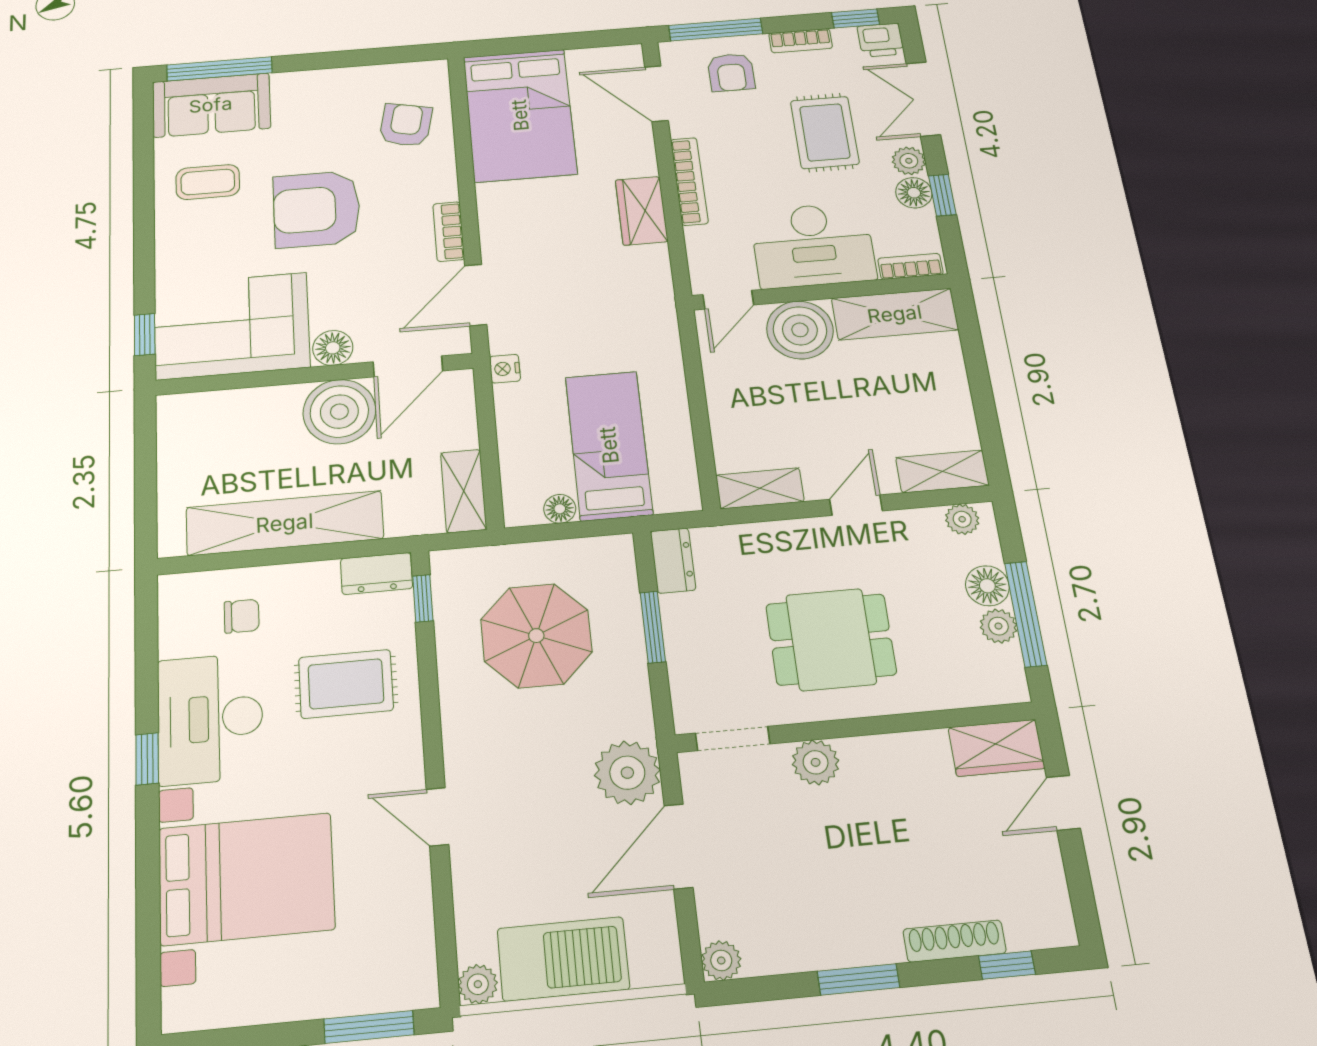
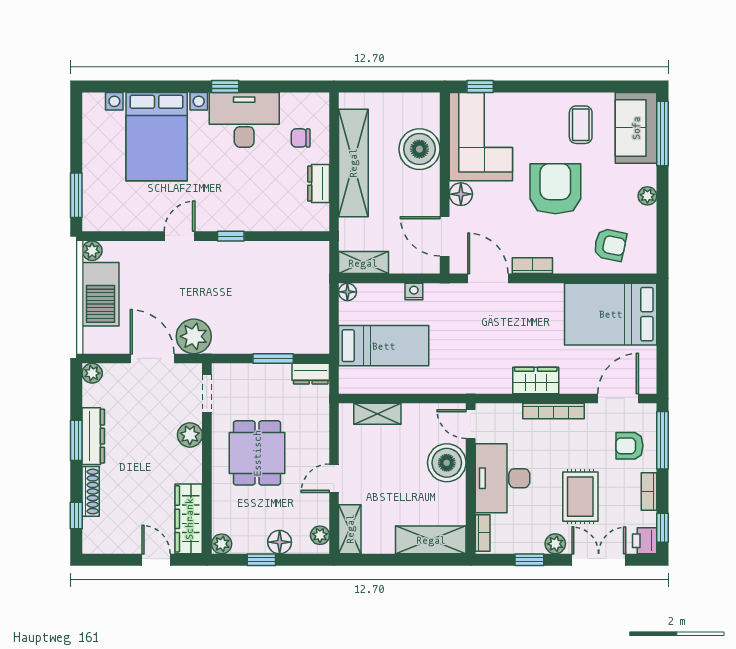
plant: (322, 81) -> (647, 196), added
rug: (825, 132) -> (580, 497), turned 90
floor lamp: (914, 193) -> (533, 543), removed
shelving: (895, 314) -> (431, 540), moved, turned 90
nightstand: (505, 369) -> (414, 291), moved
boiler: (339, 412) -> (419, 149), moved
shelving: (760, 488) -> (377, 414), moved, turned 90
door: (856, 505) -> (334, 478), swing flipped
floor lamp: (560, 509) -> (347, 292), moved
dresser: (376, 573) -> (319, 184), moved
window: (423, 598) -> (231, 236), moved
window: (1026, 614) -> (261, 560), width x0.46
chair: (242, 616) -> (301, 138), turned 90
plant: (998, 626) -> (222, 544), moved
parasol: (536, 636) -> (274, 296), removed
rug: (346, 684) -> (257, 192), removed
wardrobe: (996, 748) -> (189, 519), width x1.50
dresser: (845, 946) -> (93, 436), added

